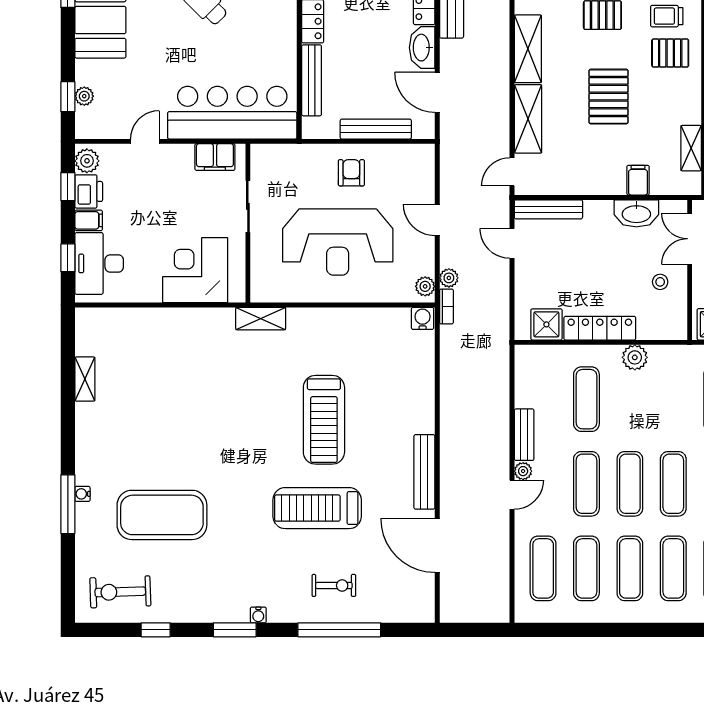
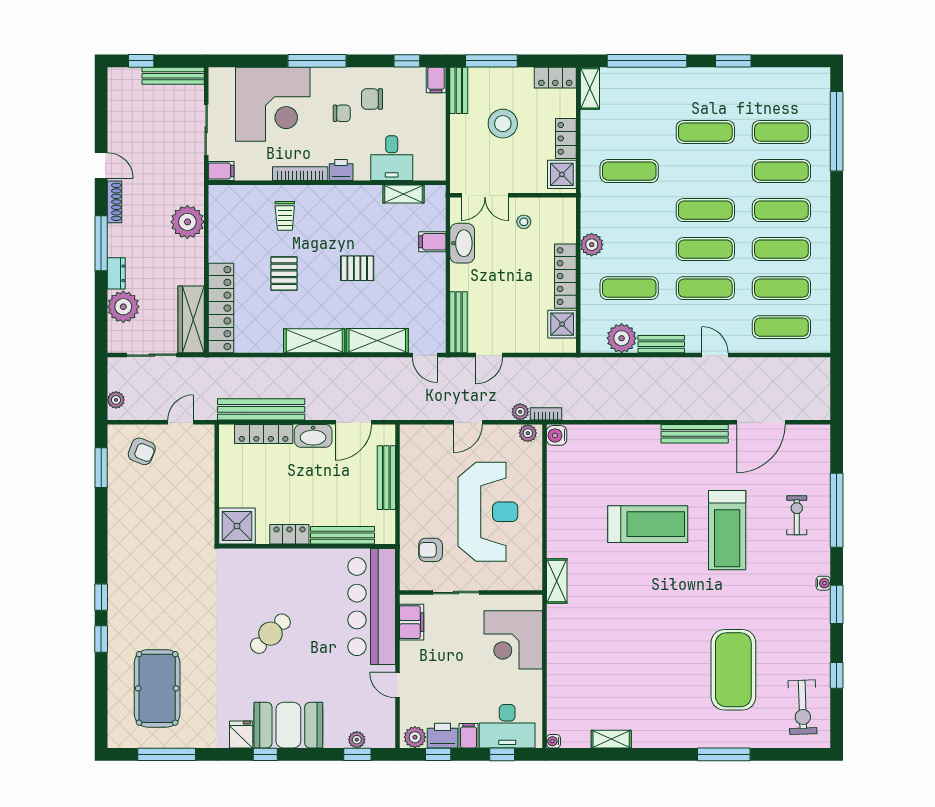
pallet: (670, 53) -> (318, 213), removed
pallet: (608, 97) -> (357, 268), width x0.67, depth x0.71
armchair: (351, 173) -> (431, 550), moved
plant: (523, 471) -> (622, 338), moved, width x1.88, depth x1.88
water cooler: (82, 494) -> (553, 741), moved, turned 90

